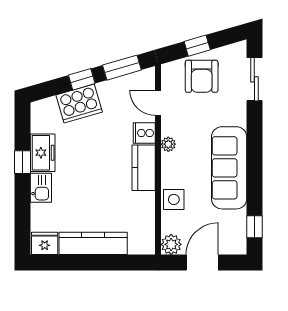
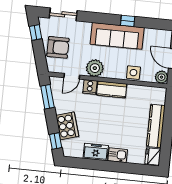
window: (197, 46) -> (36, 33), moved
window: (82, 79) -> (56, 141), moved
plant: (168, 144) -> (95, 68), width x1.87, depth x1.87
window: (22, 162) -> (100, 165), removed
window: (254, 227) -> (128, 21), moved

